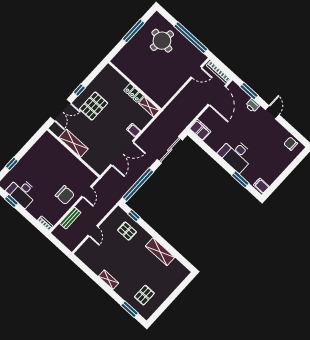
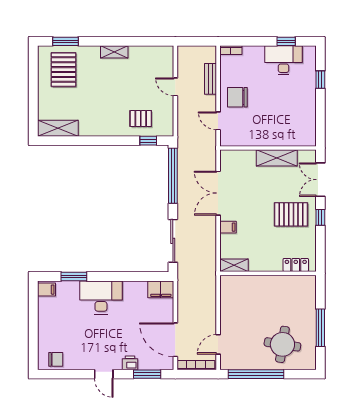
locker: (134, 93) -> (296, 265), moved
pallet: (94, 106) -> (291, 214), turned 90
shelving: (160, 252) -> (58, 128), moved
pallet: (144, 295) -> (64, 70), width x1.50, depth x1.42

